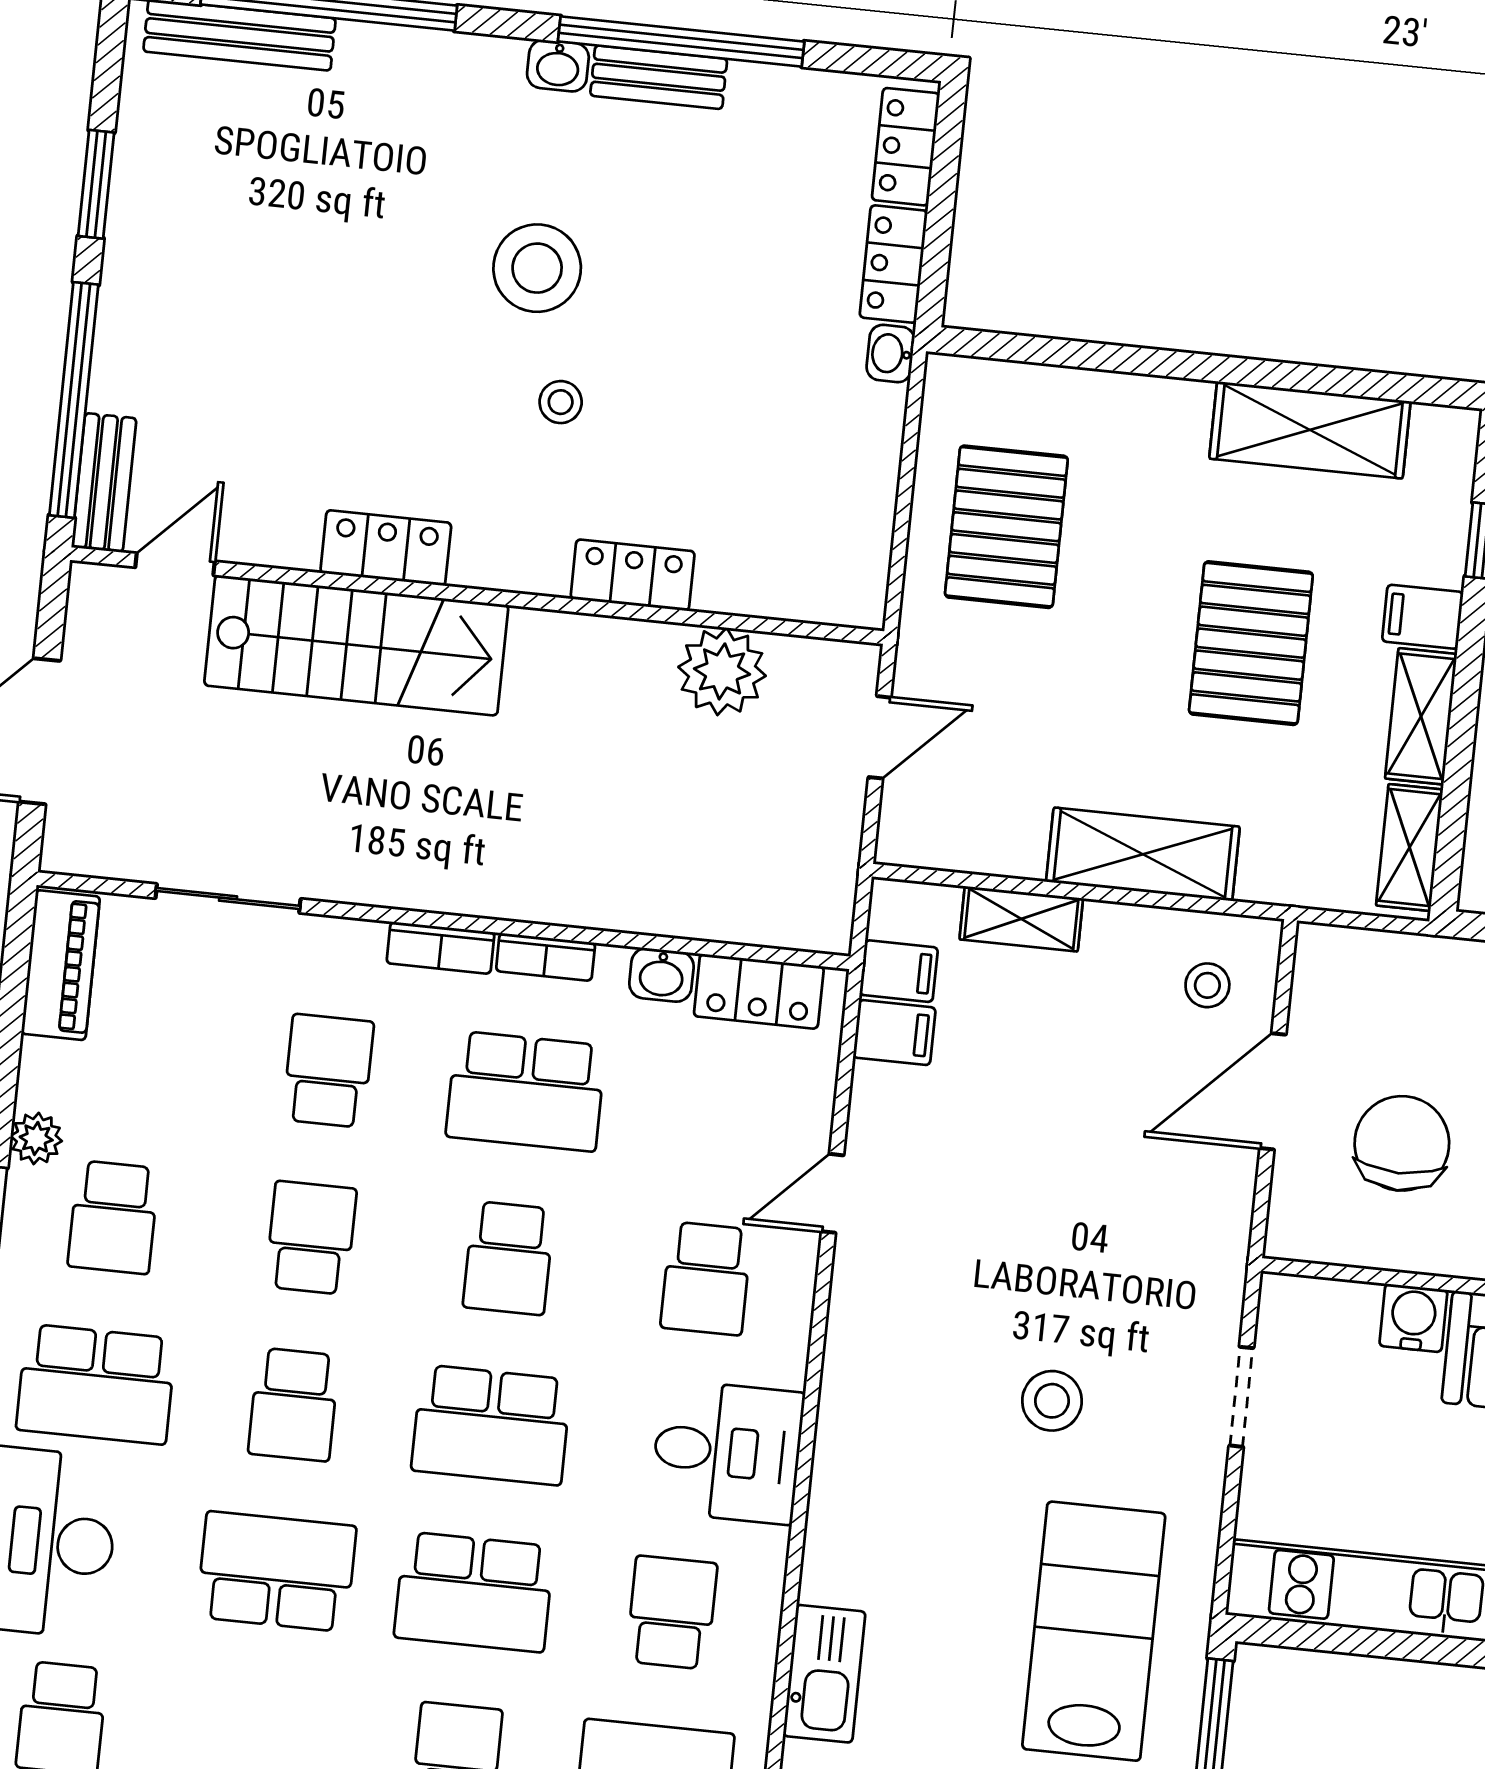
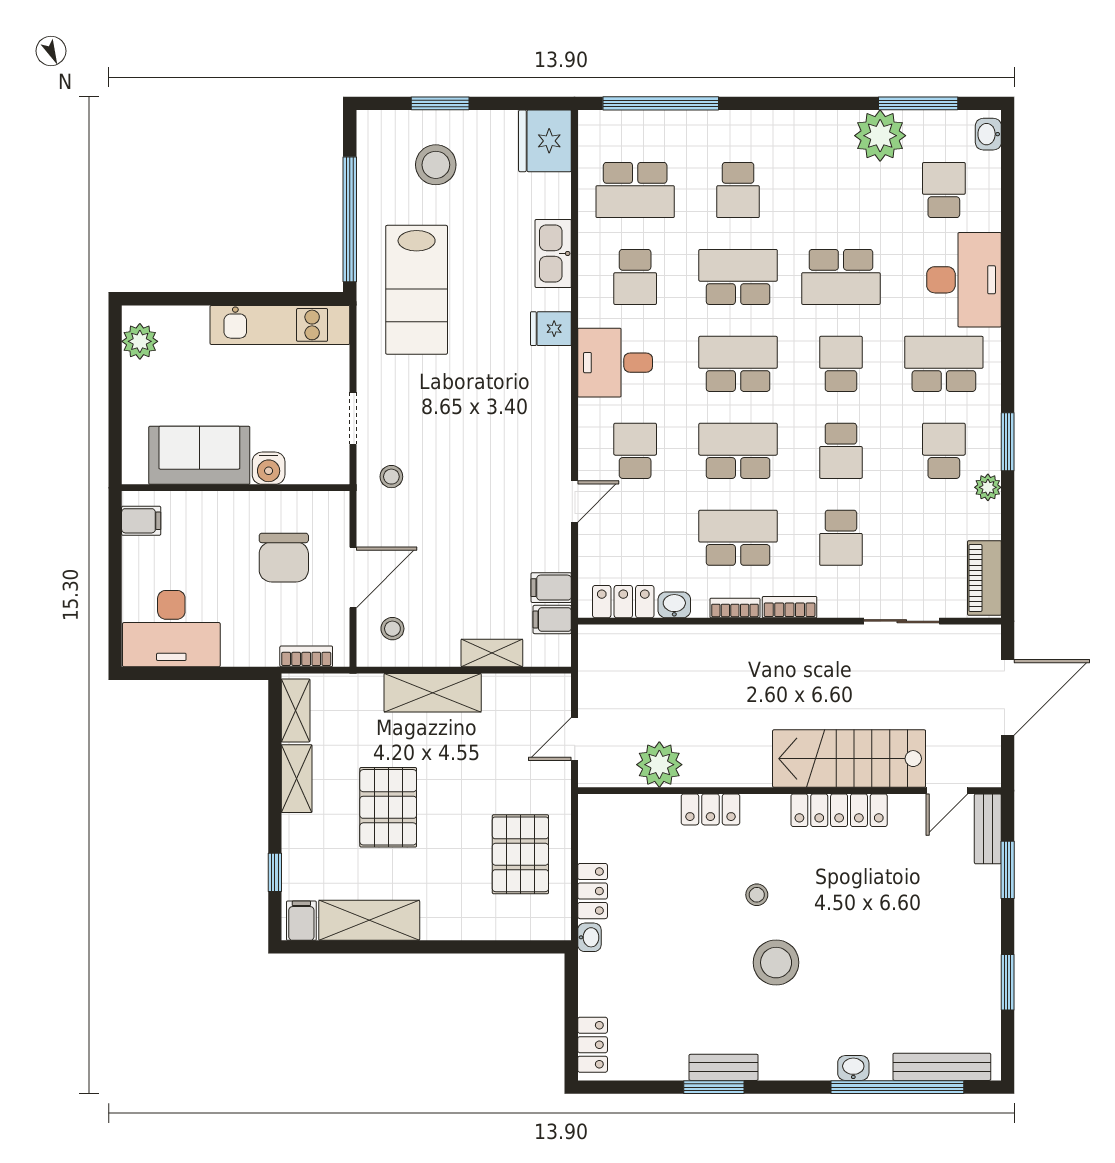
window: (681, 41) -> (714, 1087), width x0.47
washbasin: (558, 66) -> (853, 1068), moved
locker: (894, 264) -> (593, 891), moved
window: (74, 400) -> (1008, 870), width x0.47
locker: (386, 548) -> (839, 810), width x1.53
filing cabinet: (1423, 617) -> (301, 921), moved, turned -90
bookcase: (1378, 949) -> (306, 656), added
school desk: (509, 1258) -> (738, 451), width x1.85
stool: (1052, 1401) -> (391, 477), moved, width x0.73, depth x0.73
fridge: (844, 1530) -> (551, 329), added

